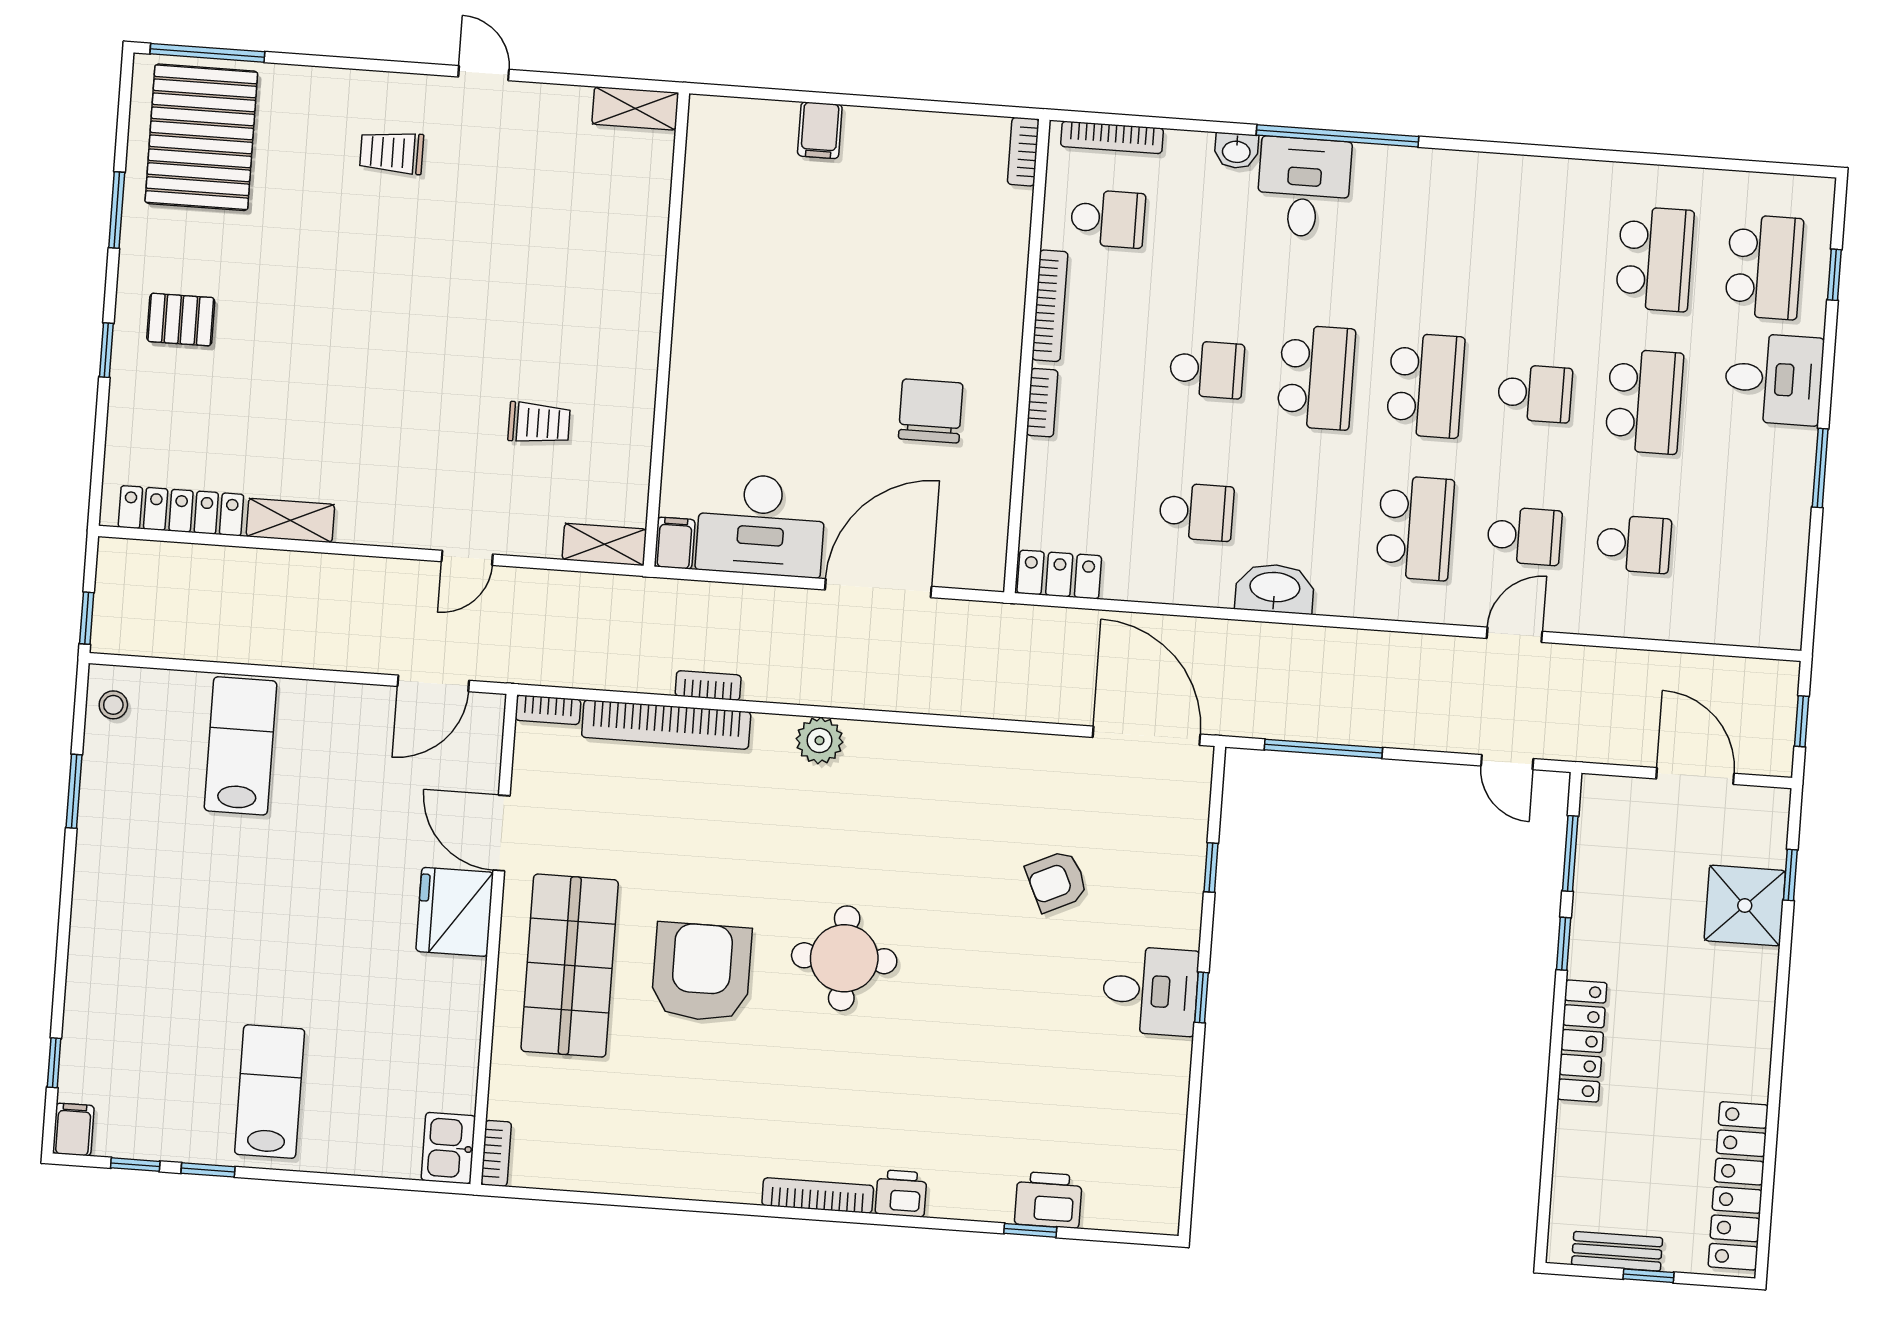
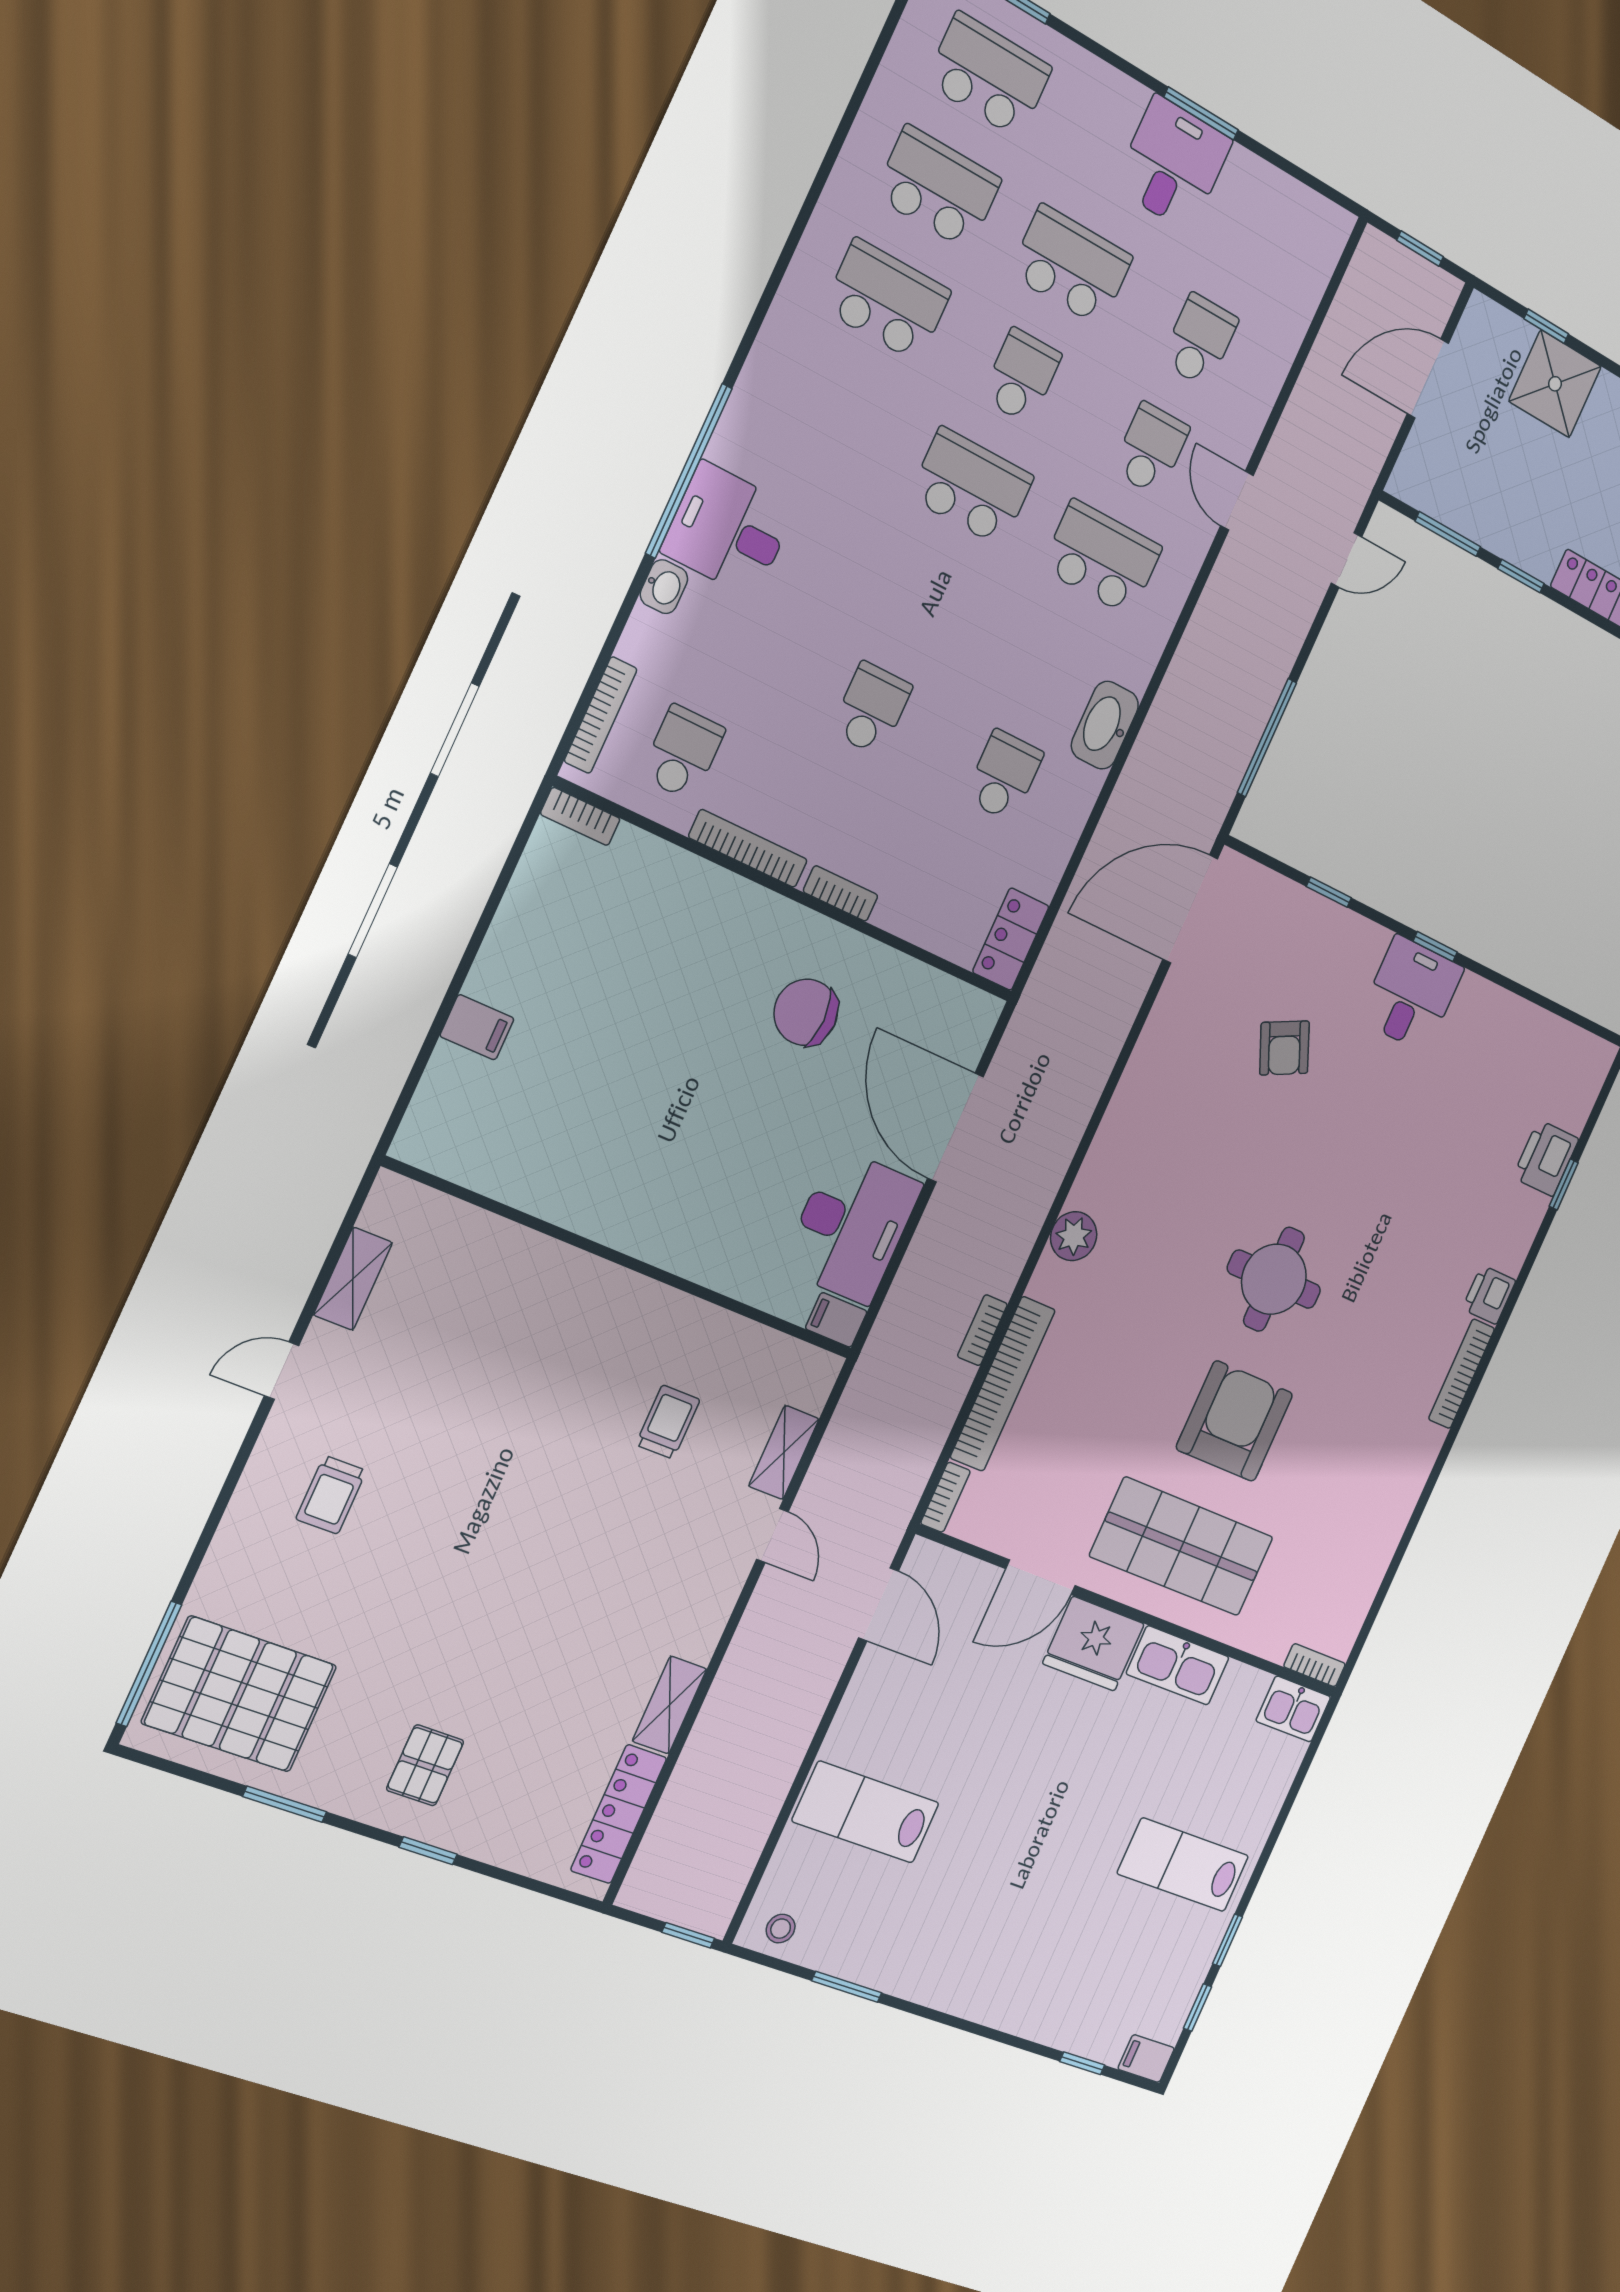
shelving: (635, 108) -> (353, 1279), moved
school desk: (1316, 377) -> (887, 300), moved
desk: (1774, 379) -> (1173, 164), moved
shelving: (604, 544) -> (784, 1452), moved
armchair: (701, 972) -> (1234, 1421), turned 90
kitchen sink: (458, 1007) -> (1178, 1665), added

